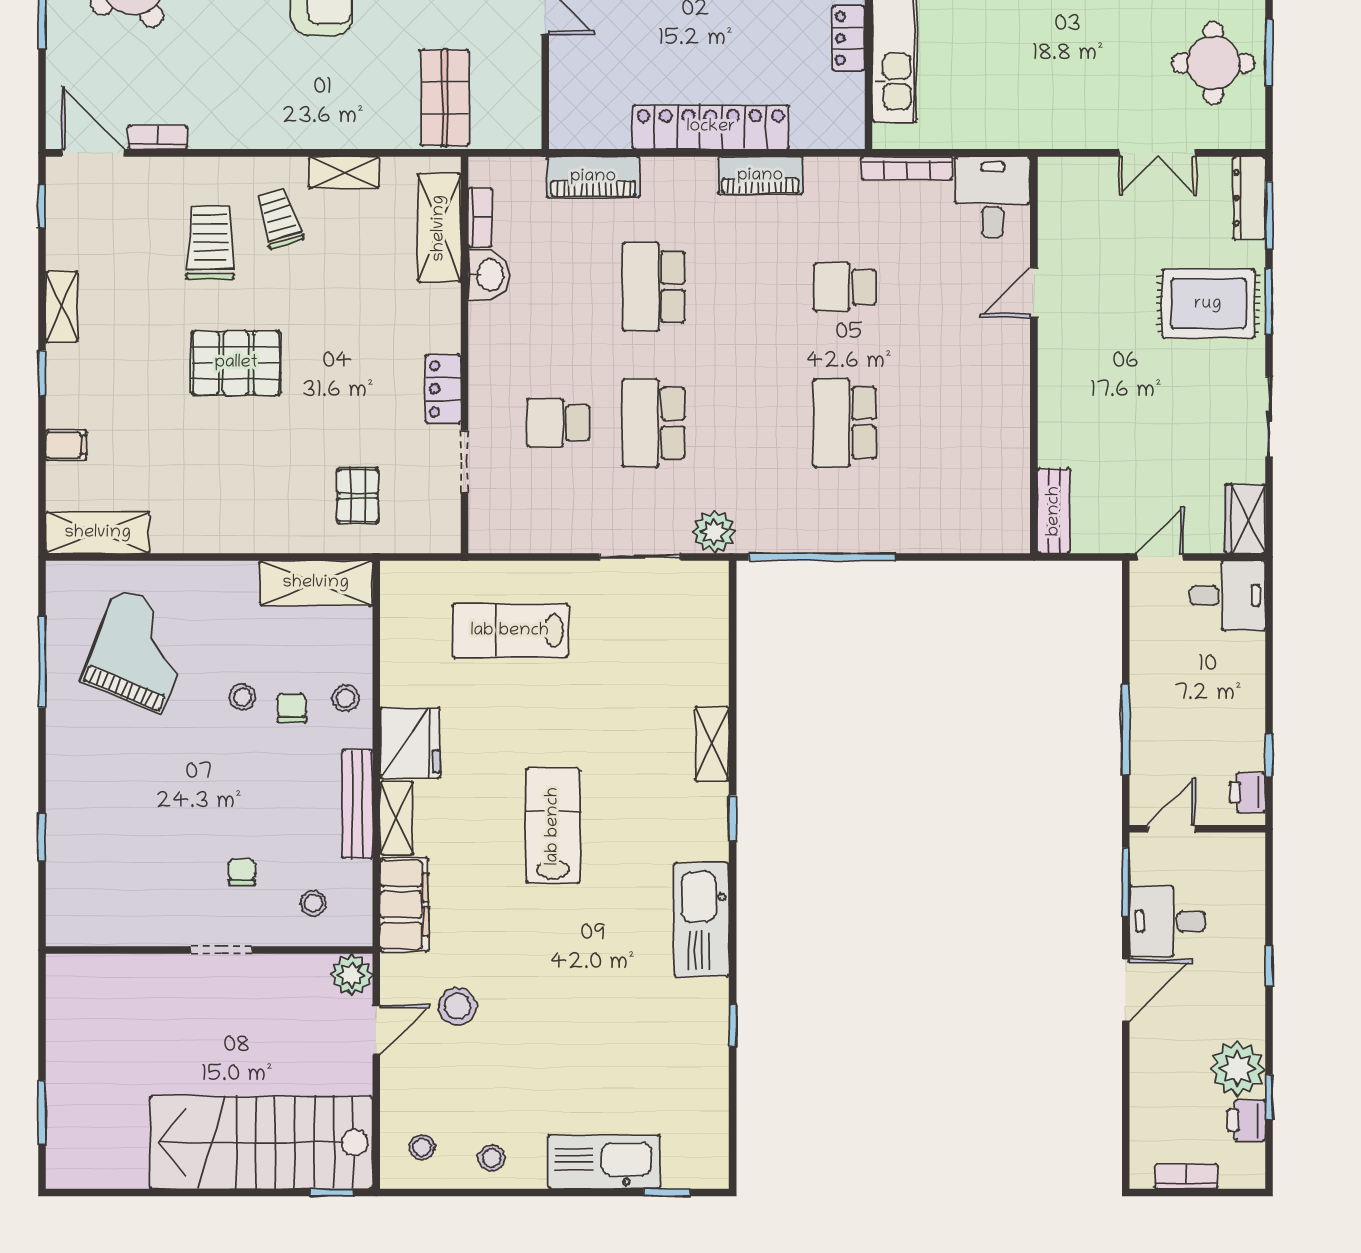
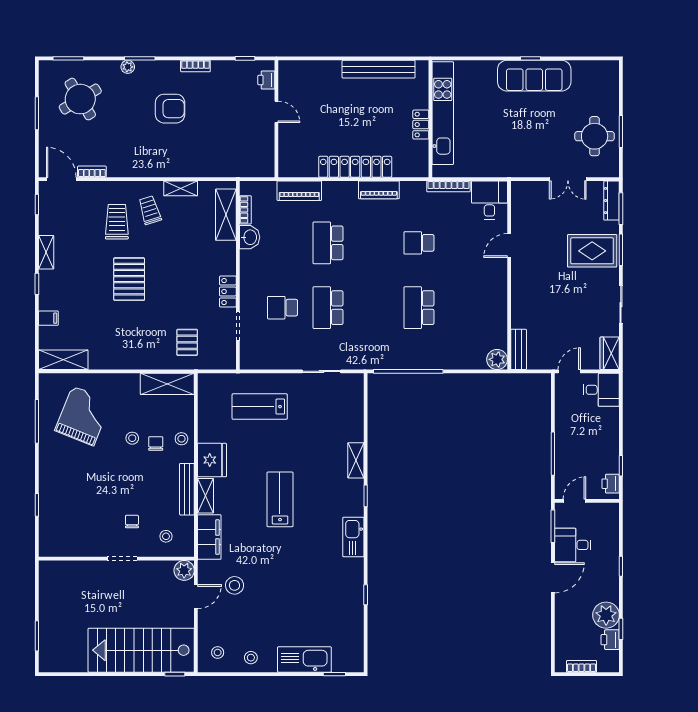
shop shelf: (445, 98) -> (229, 153), removed
pallet: (236, 363) -> (129, 279), turned 90
plant: (714, 532) -> (497, 359), moved
kitchen sink: (702, 920) -> (353, 537), width x0.73, depth x0.81

